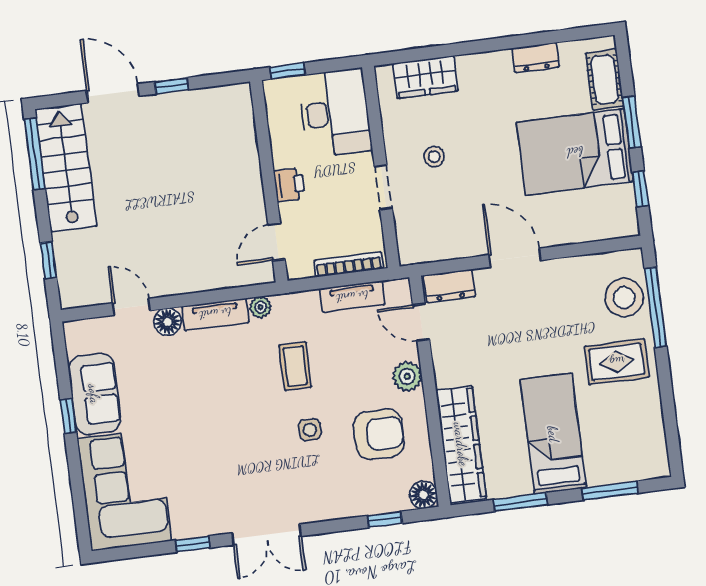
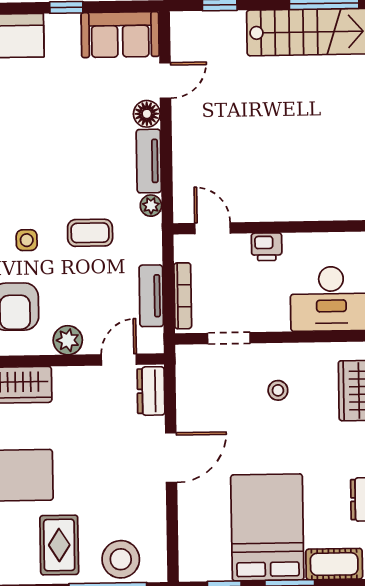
doorway: (383, 187) -> (229, 338), moved
sofa: (94, 394) -> (120, 35), moved

